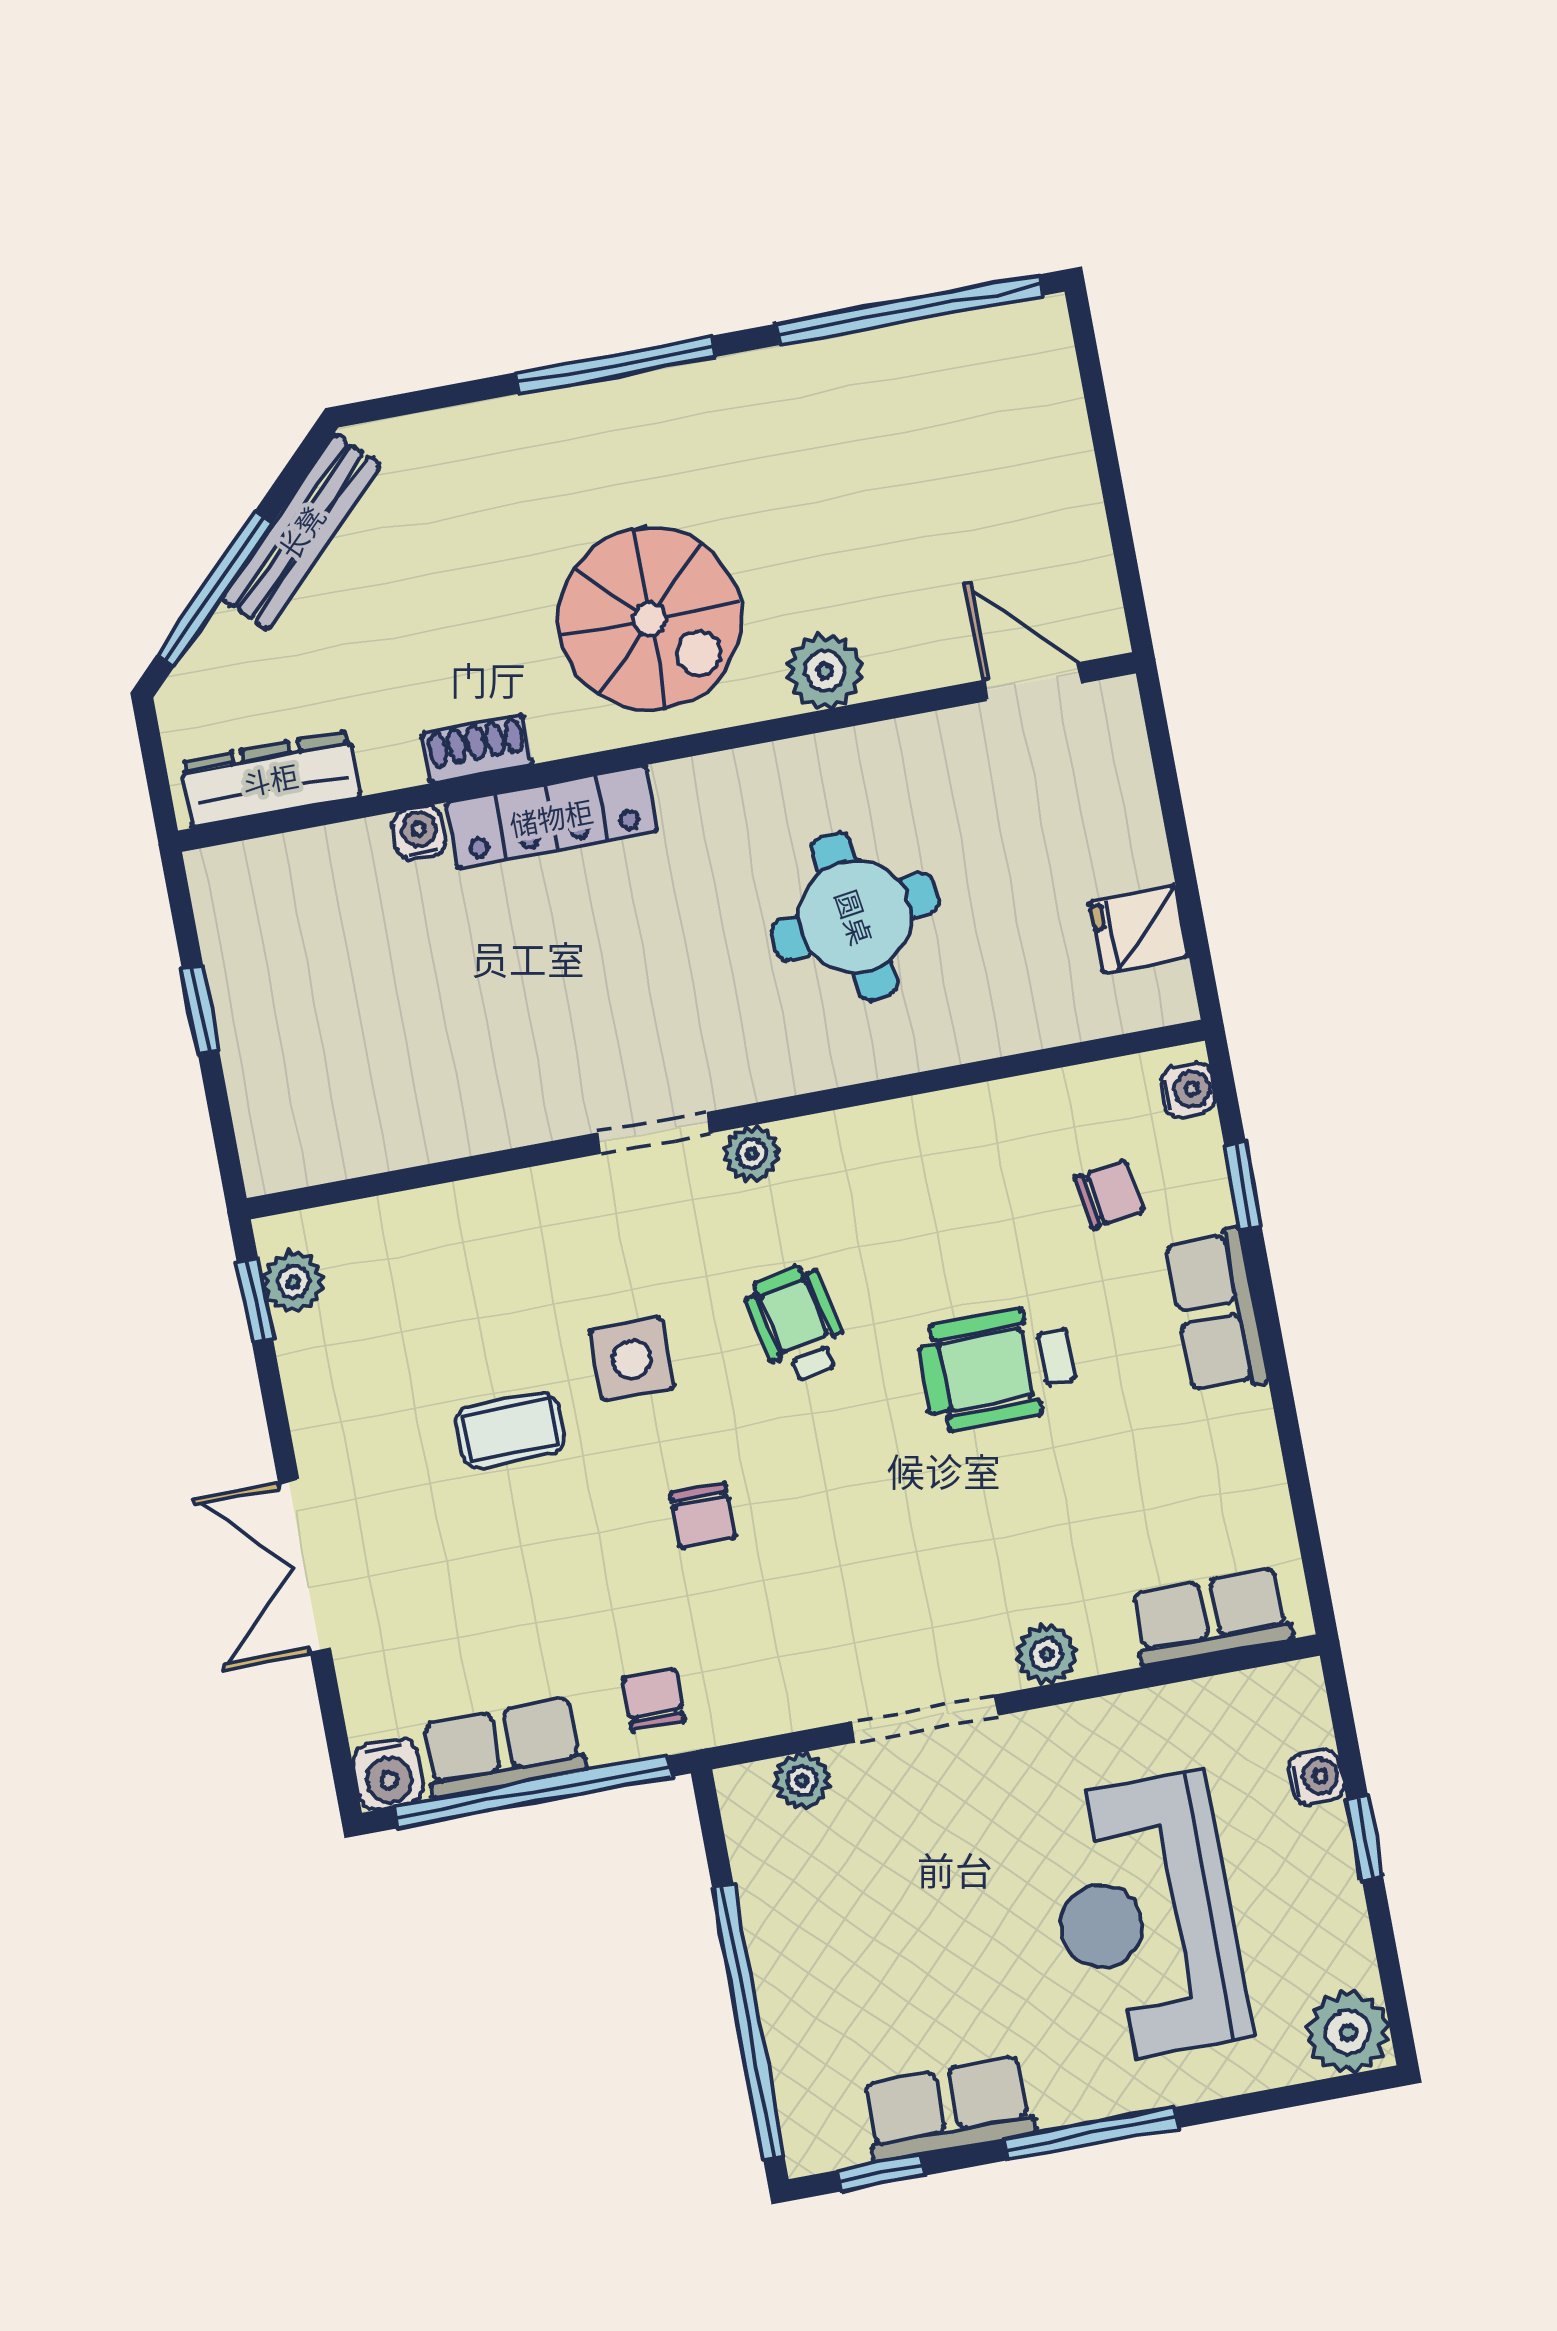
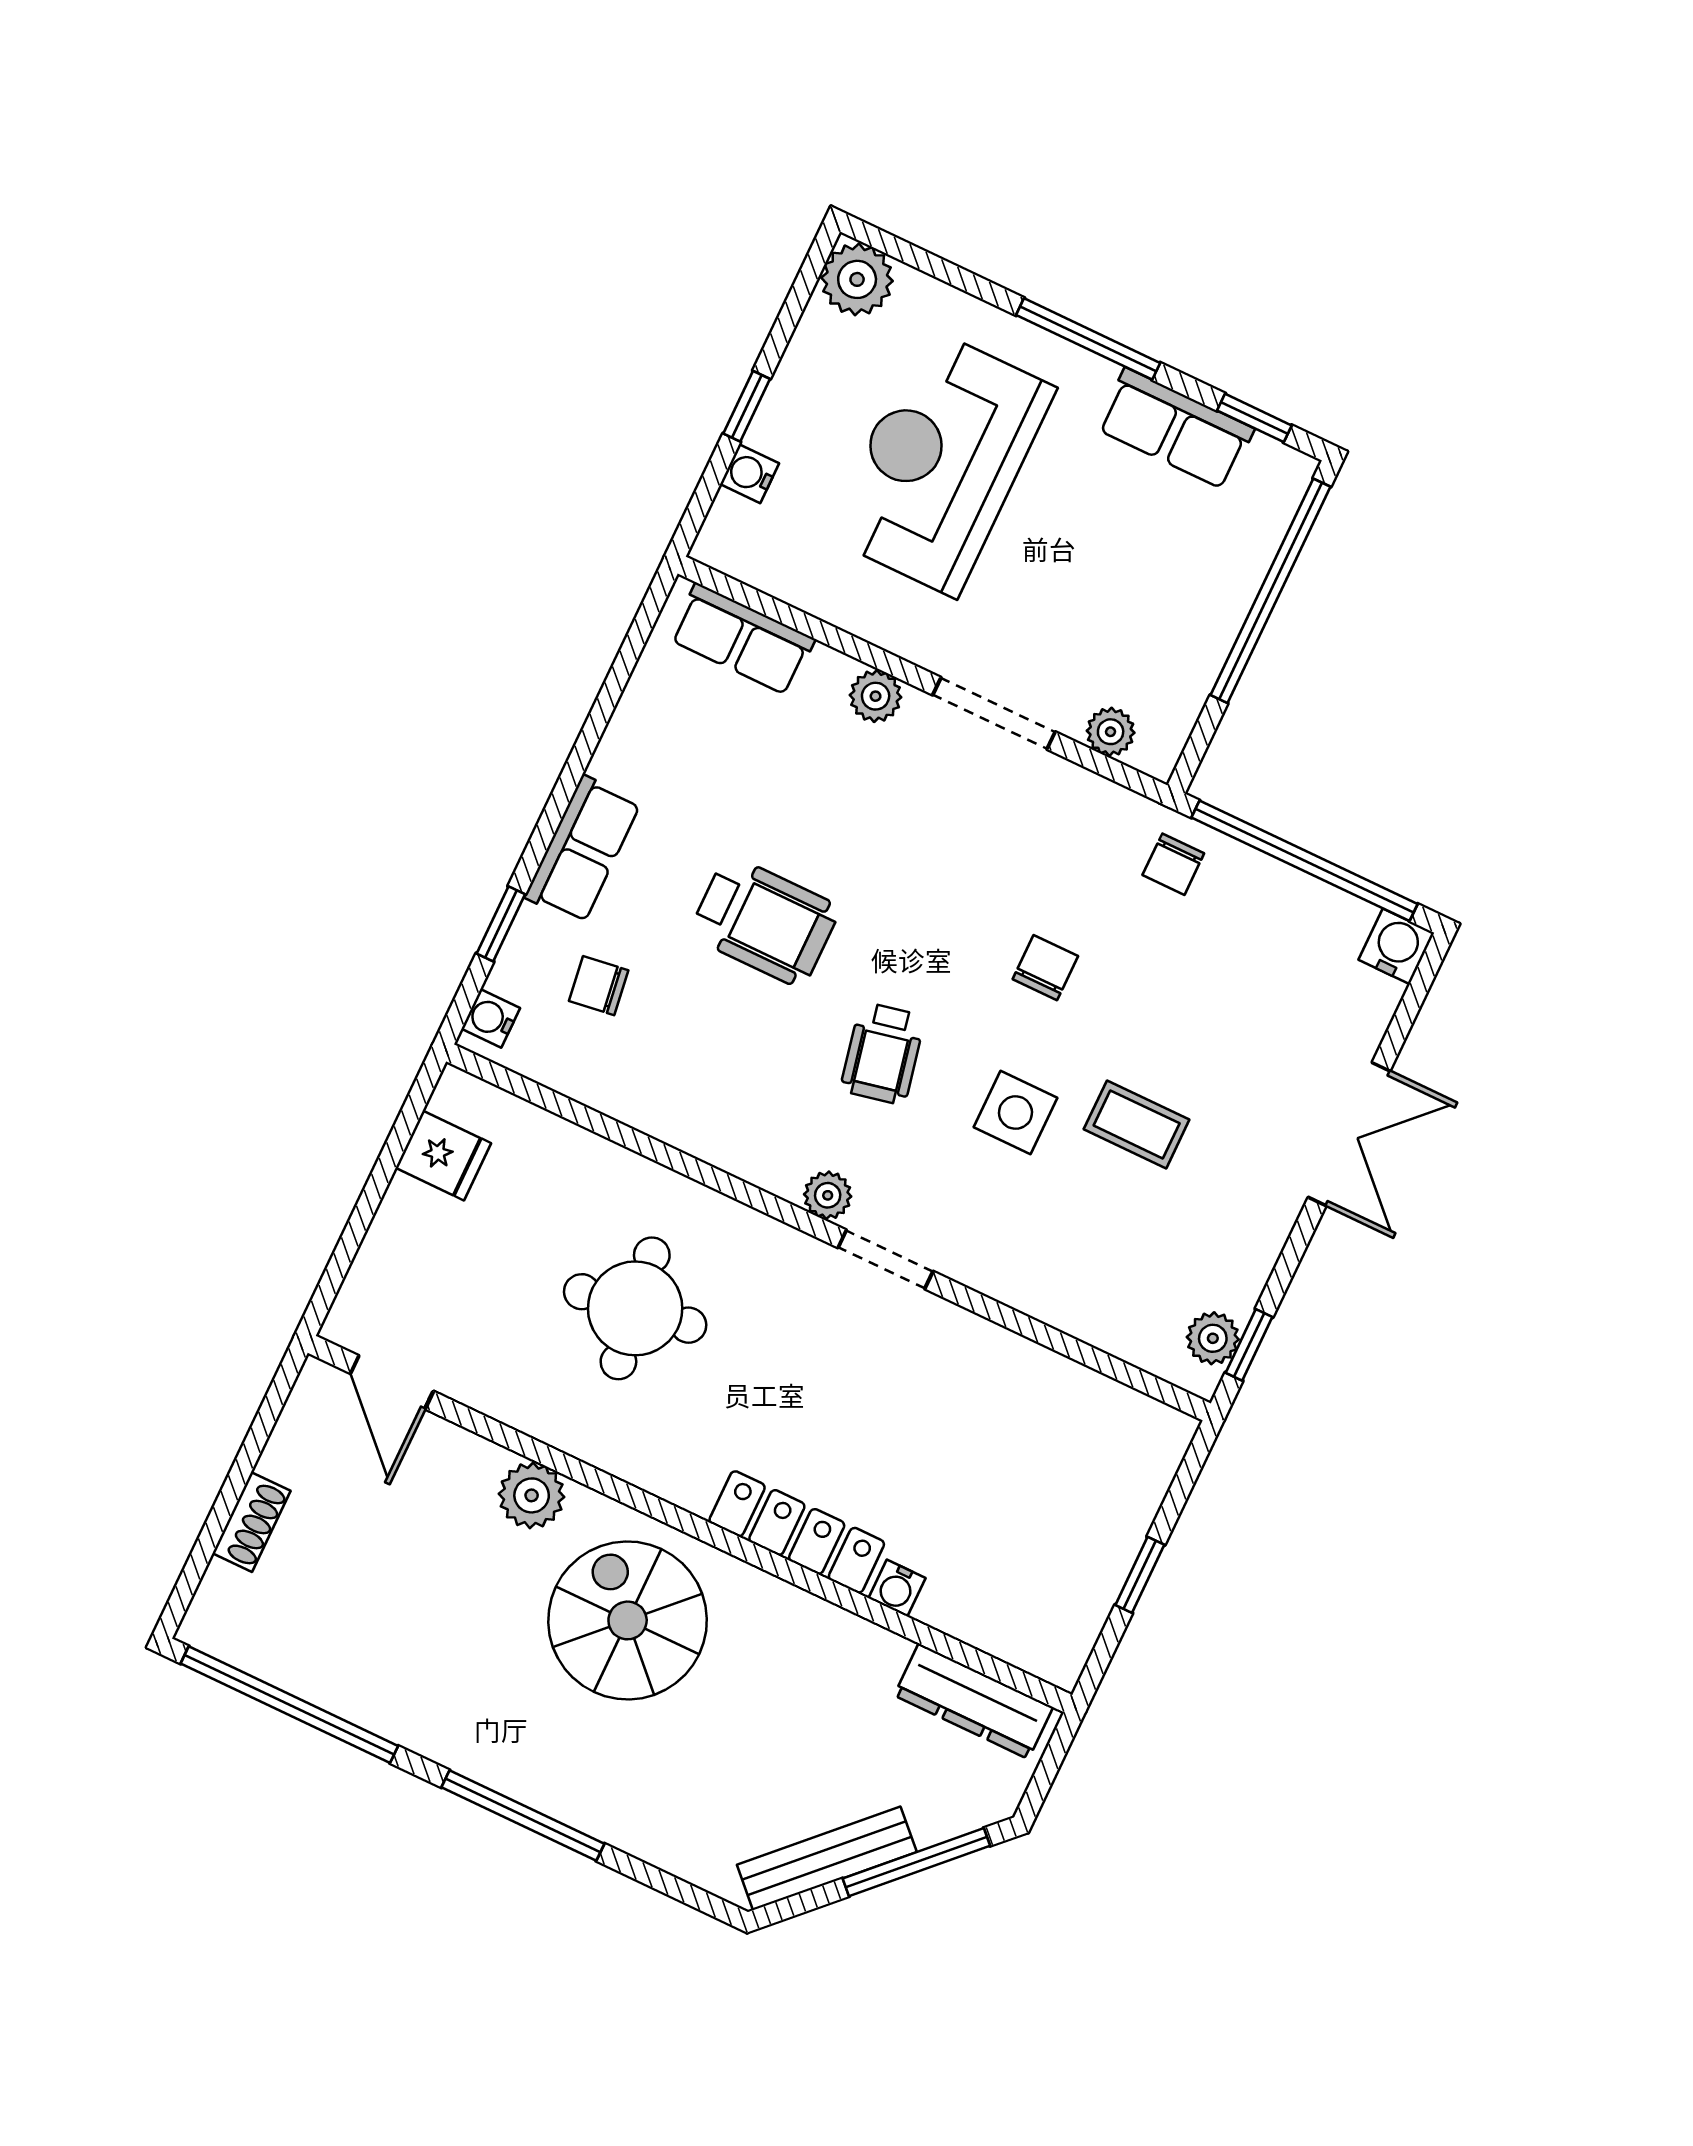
shoe rack: (477, 749) -> (251, 1522), moved, turned -90
row of seats: (503, 1748) -> (1303, 906), removed
reception desk: (1145, 1918) -> (941, 462), turned 180

